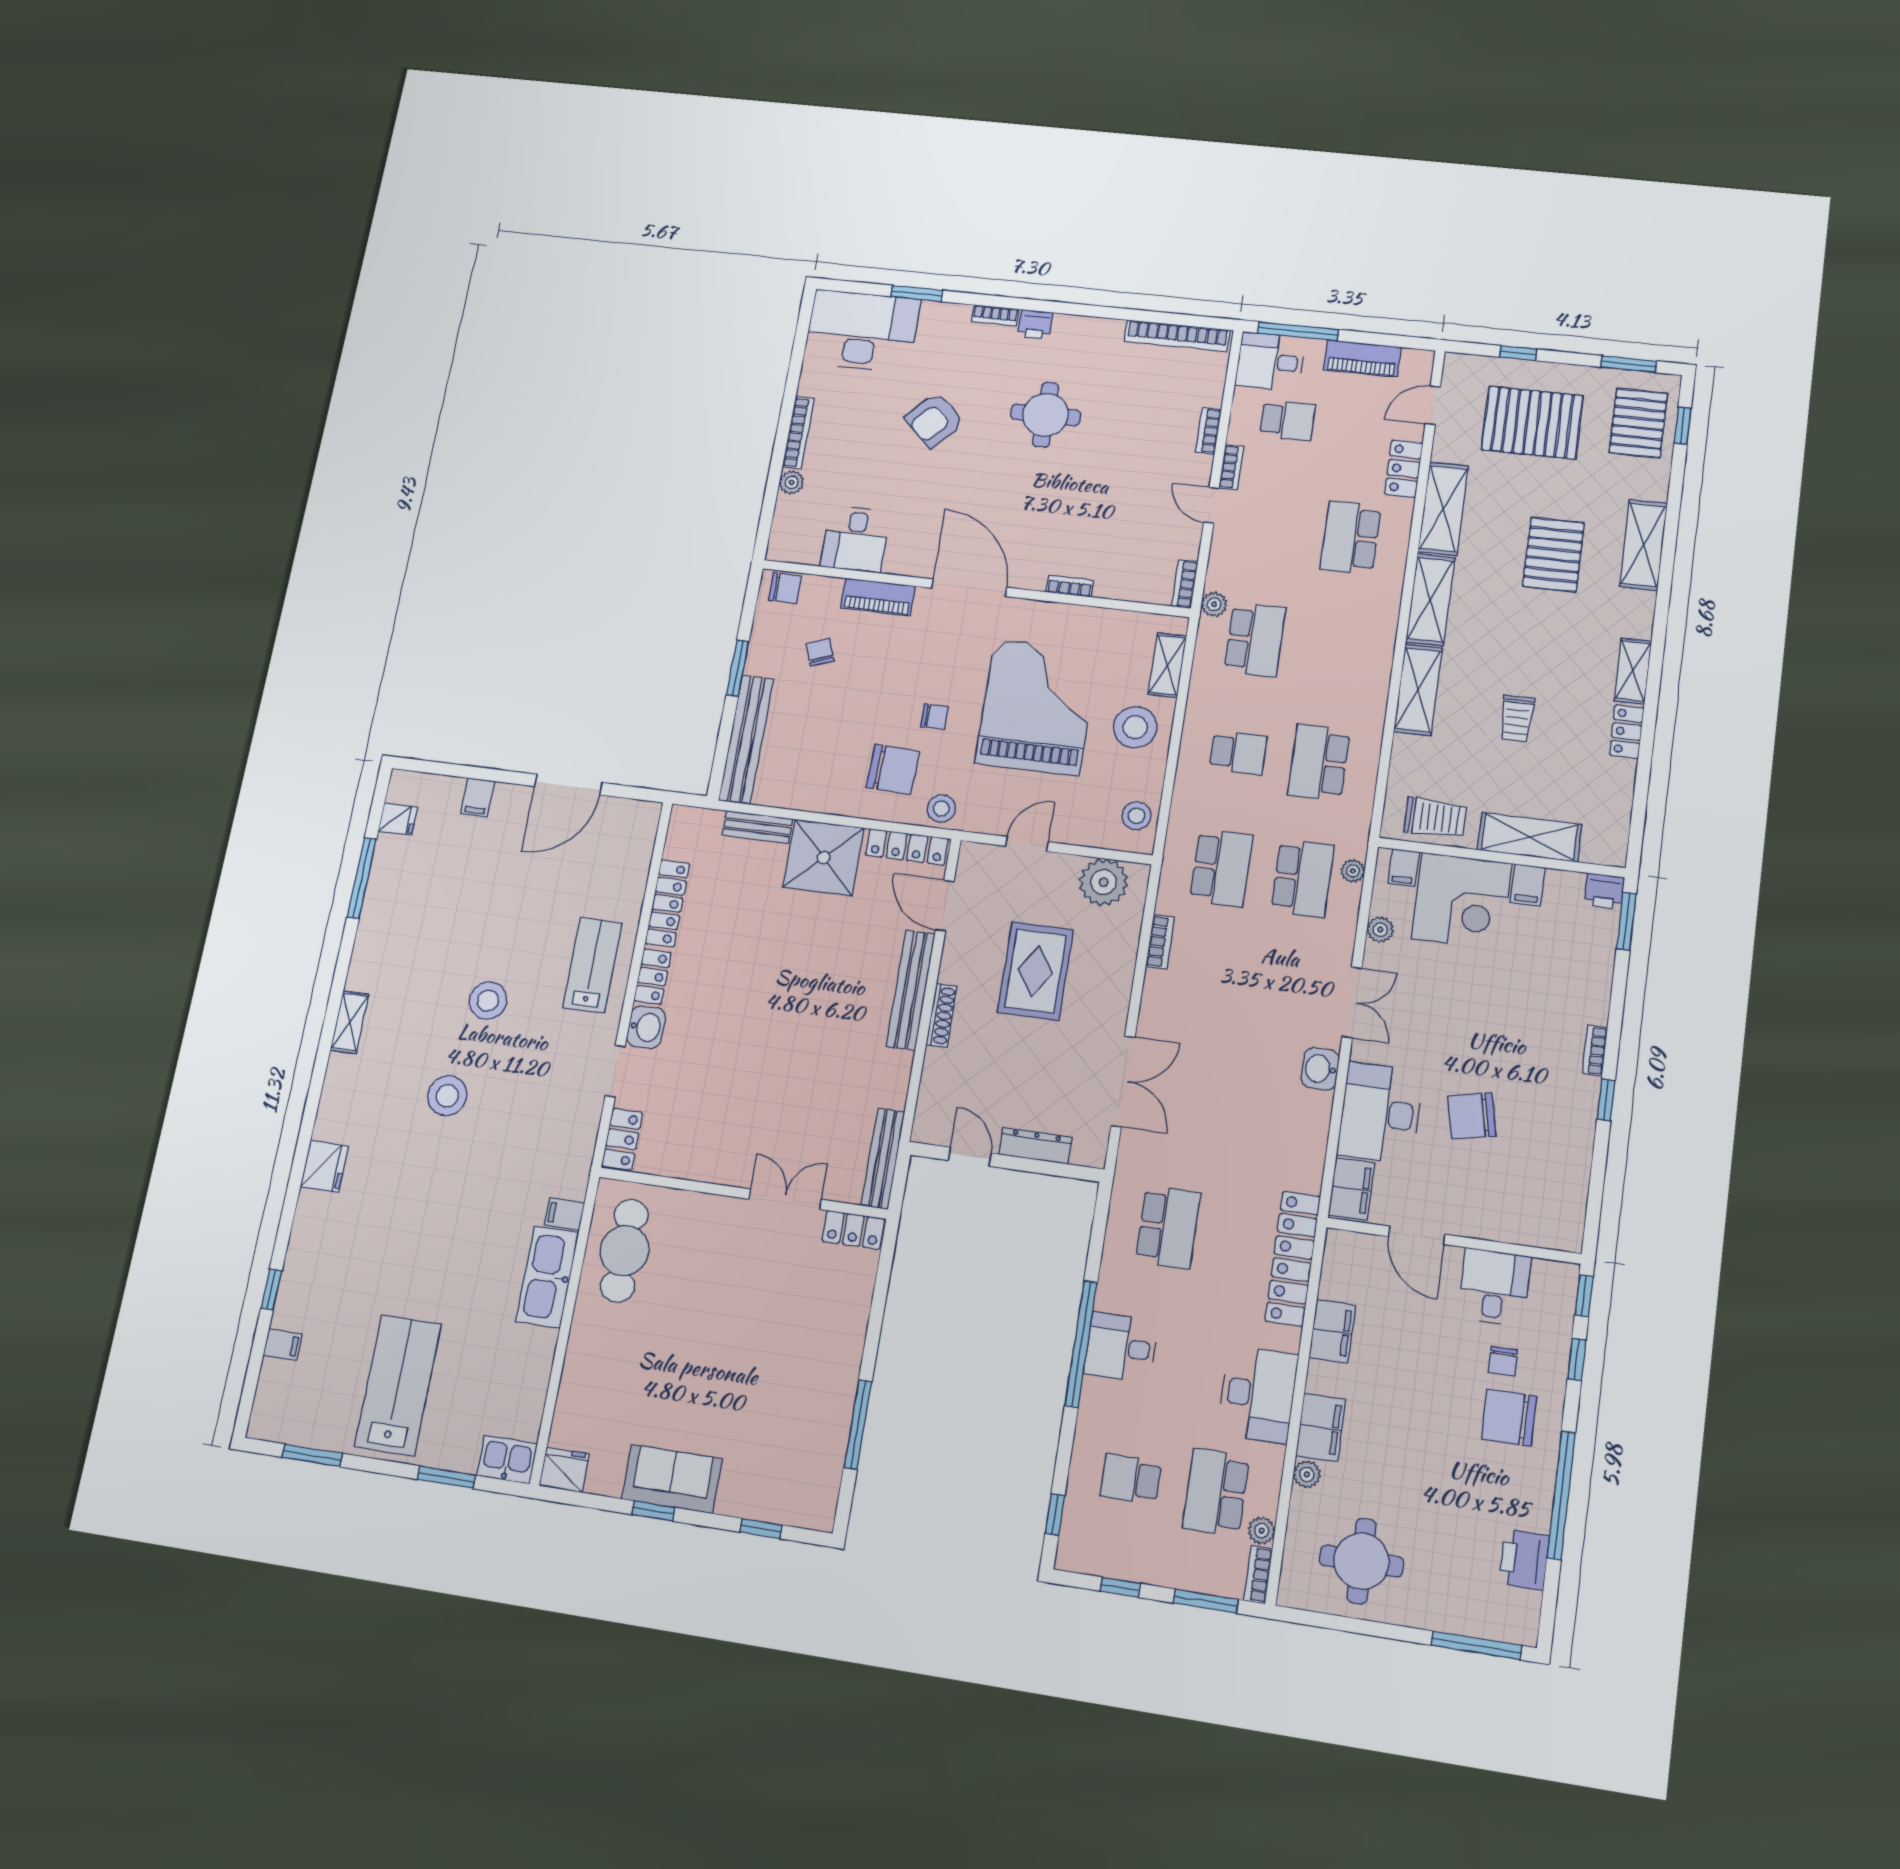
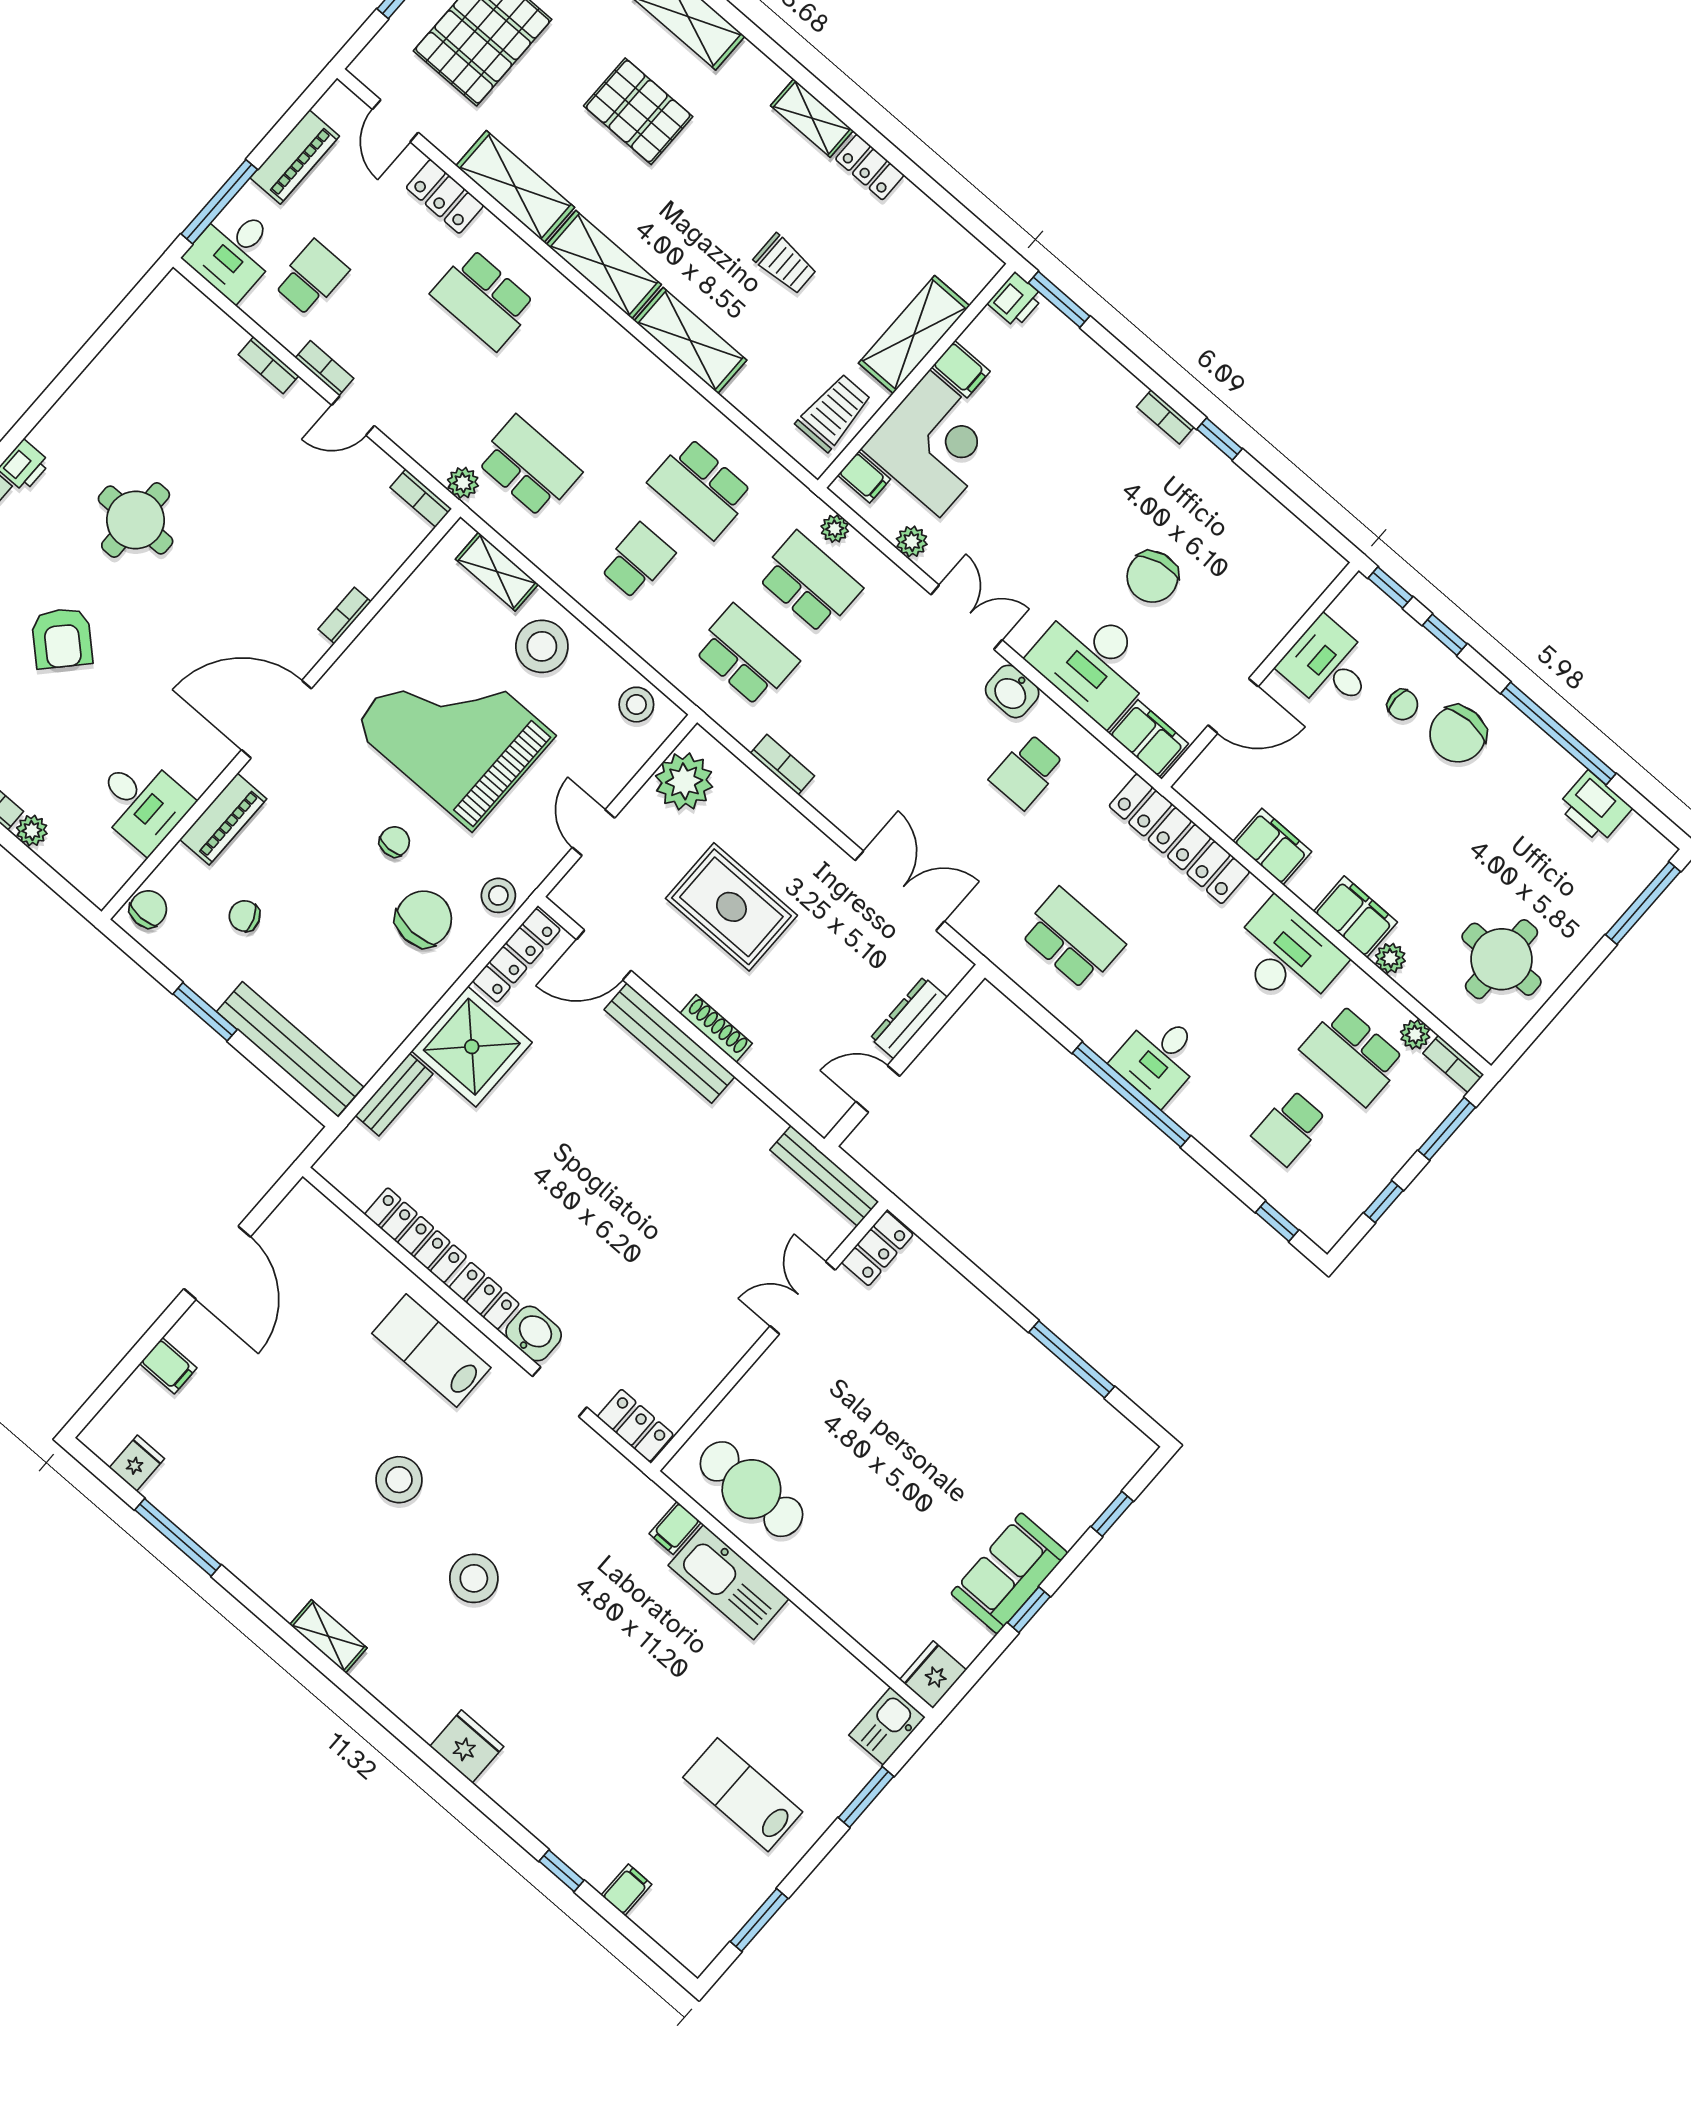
bookcase: (1177, 336) -> (139, 328), removed
school desk: (1269, 1116) -> (1027, 772), added
lab bench: (398, 1385) -> (743, 1795), width x0.73, depth x0.72

